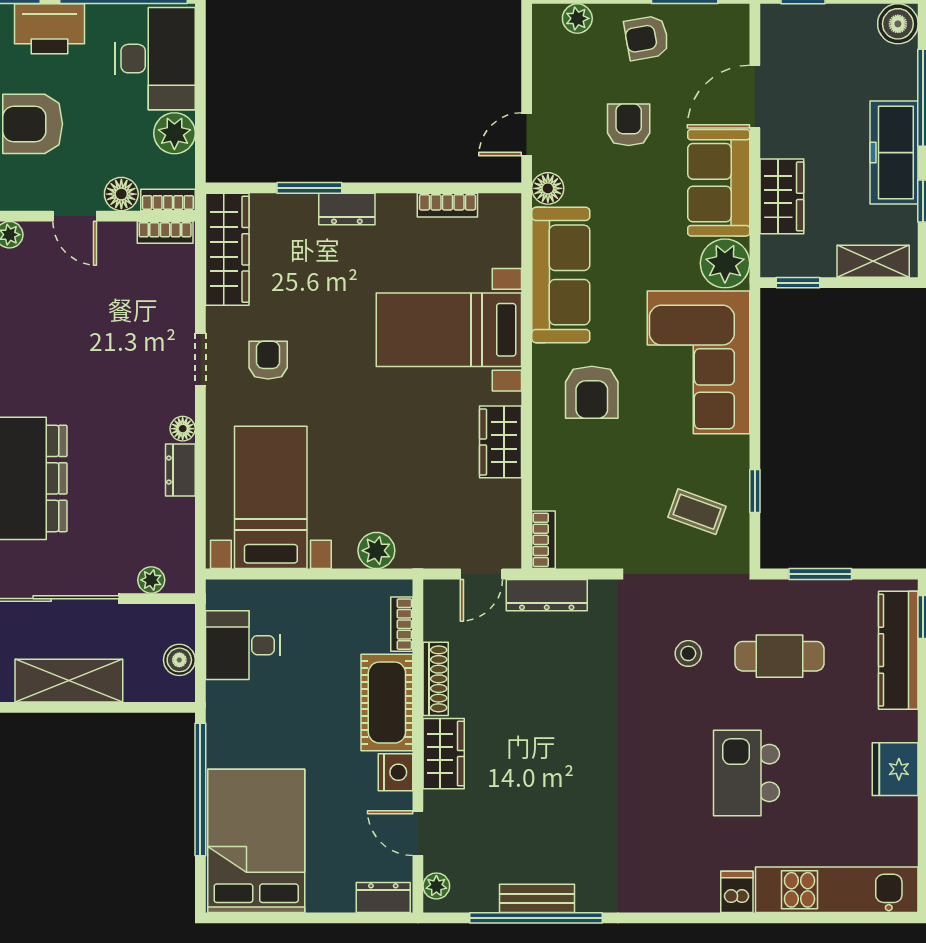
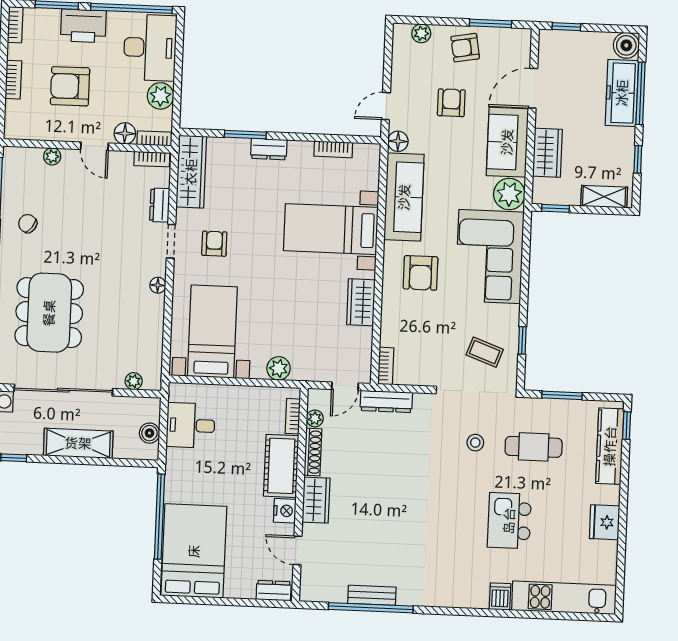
freezer: (894, 153) -> (622, 93), moved
dresser: (180, 470) -> (160, 205), moved
plant: (436, 886) -> (315, 418), moved

